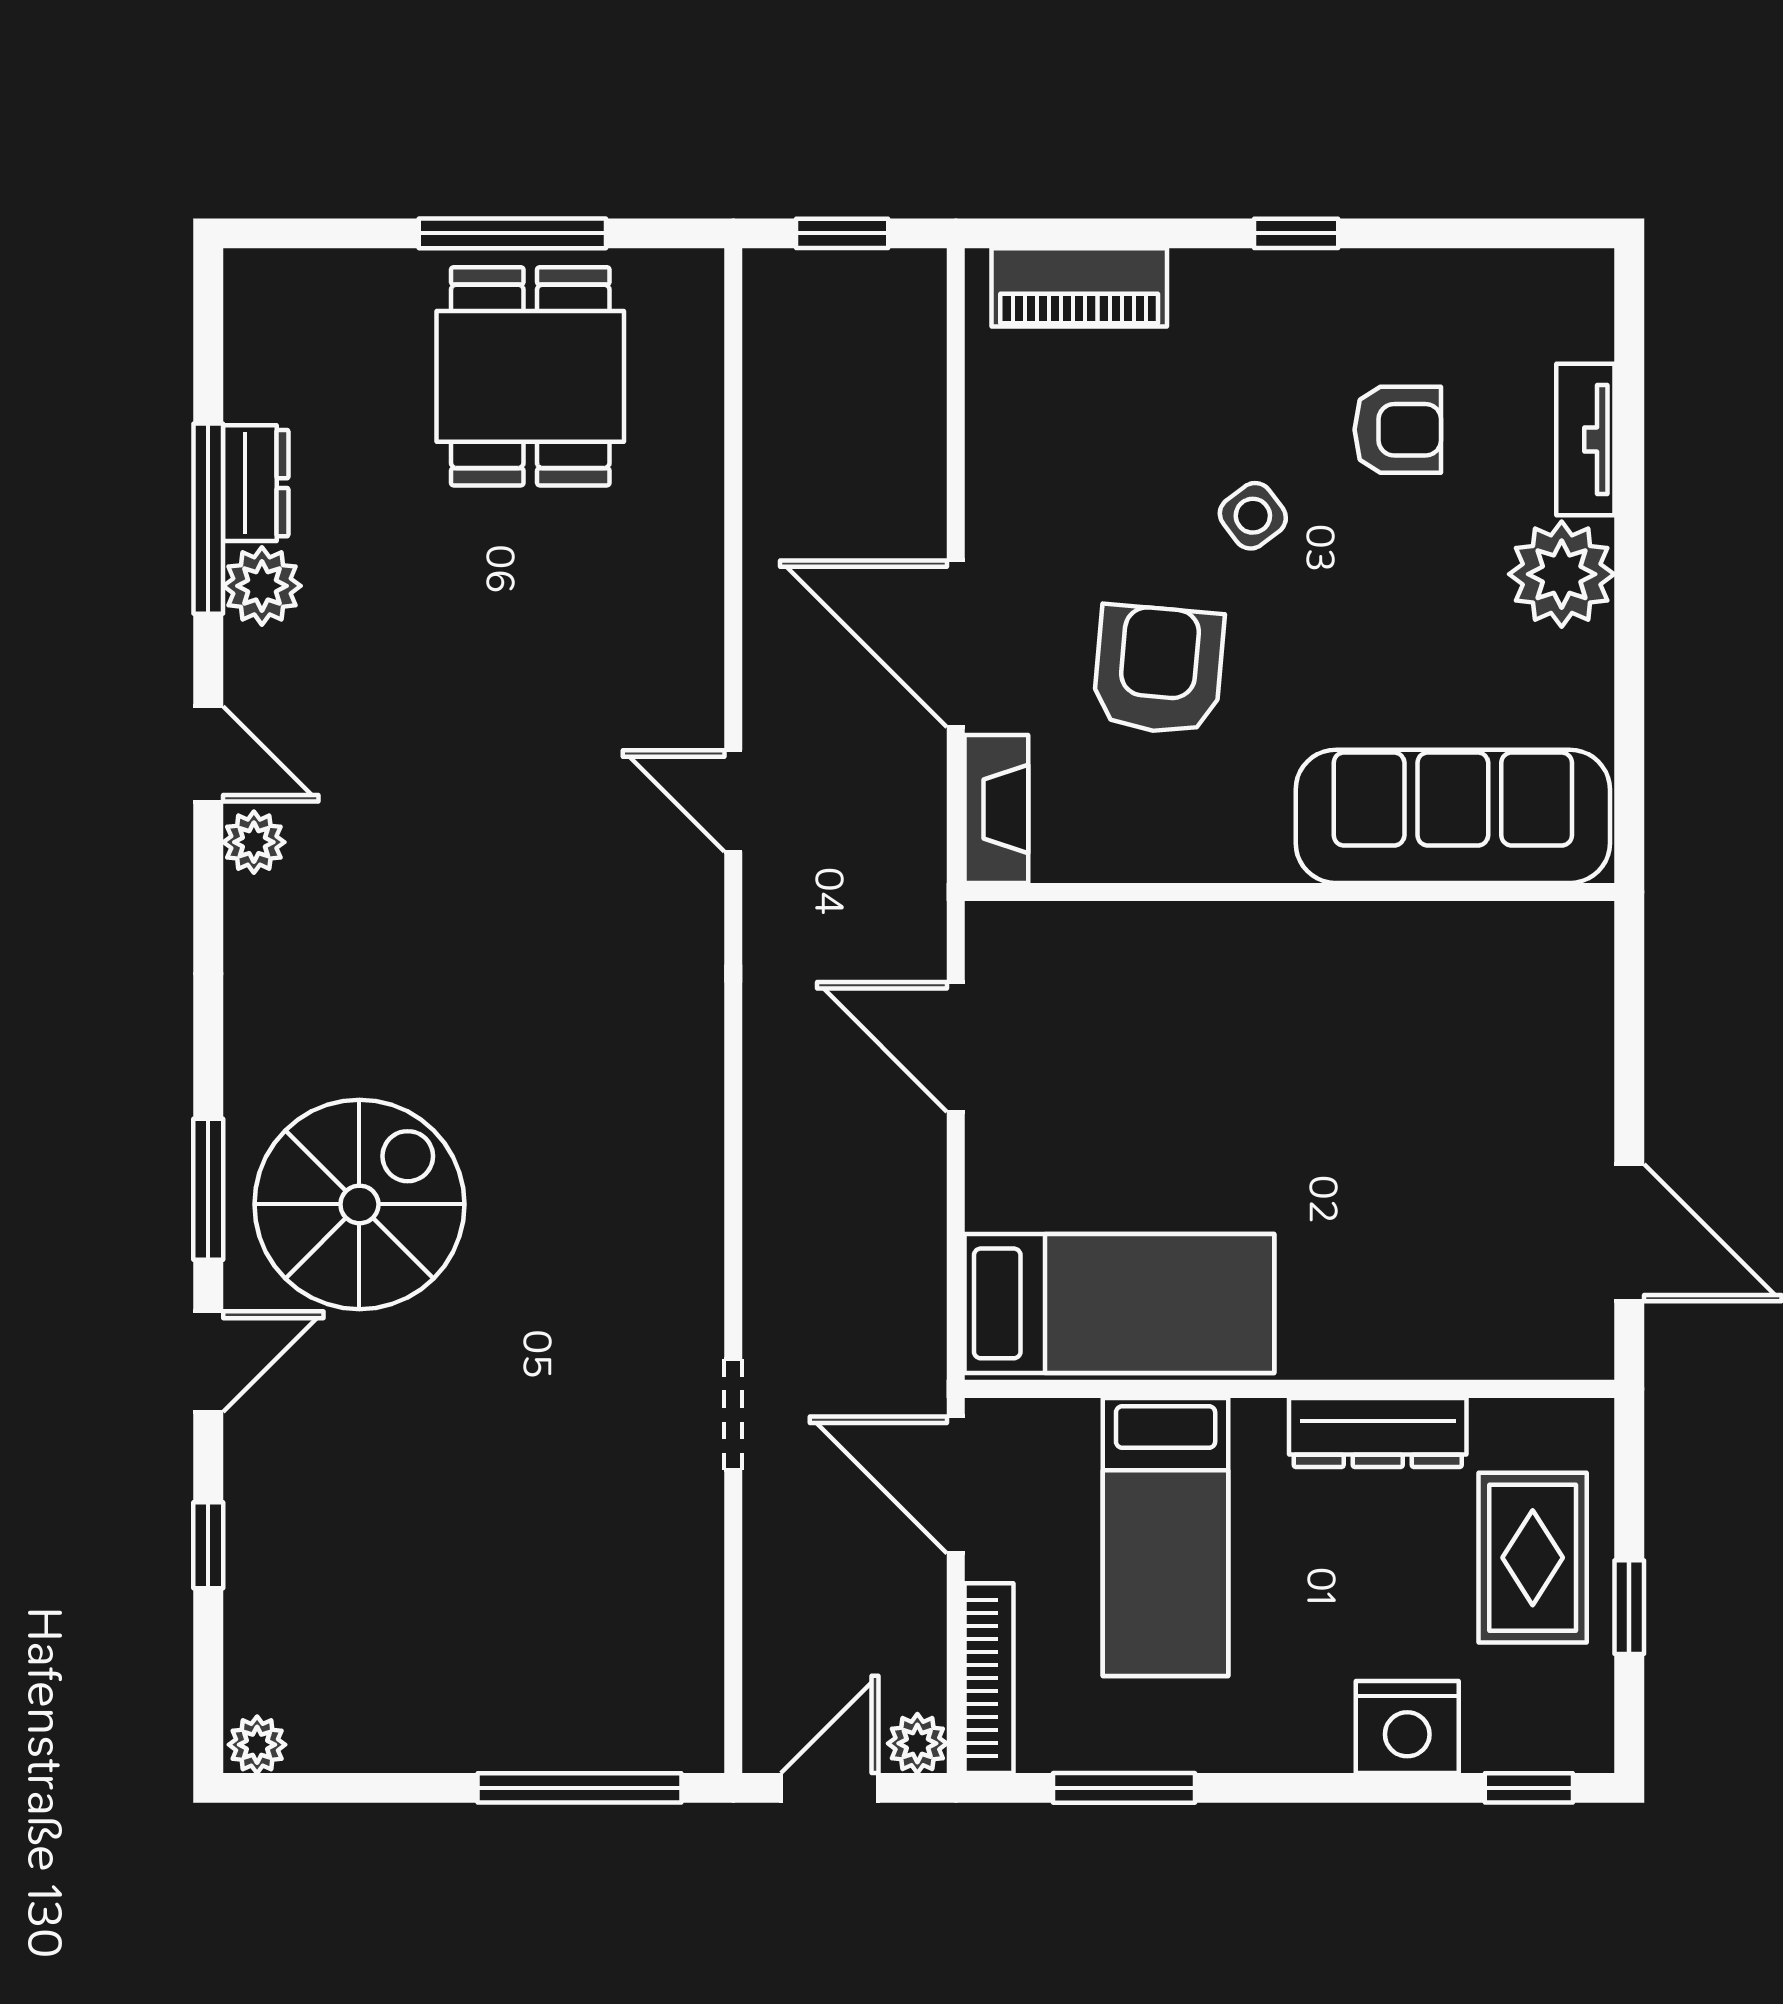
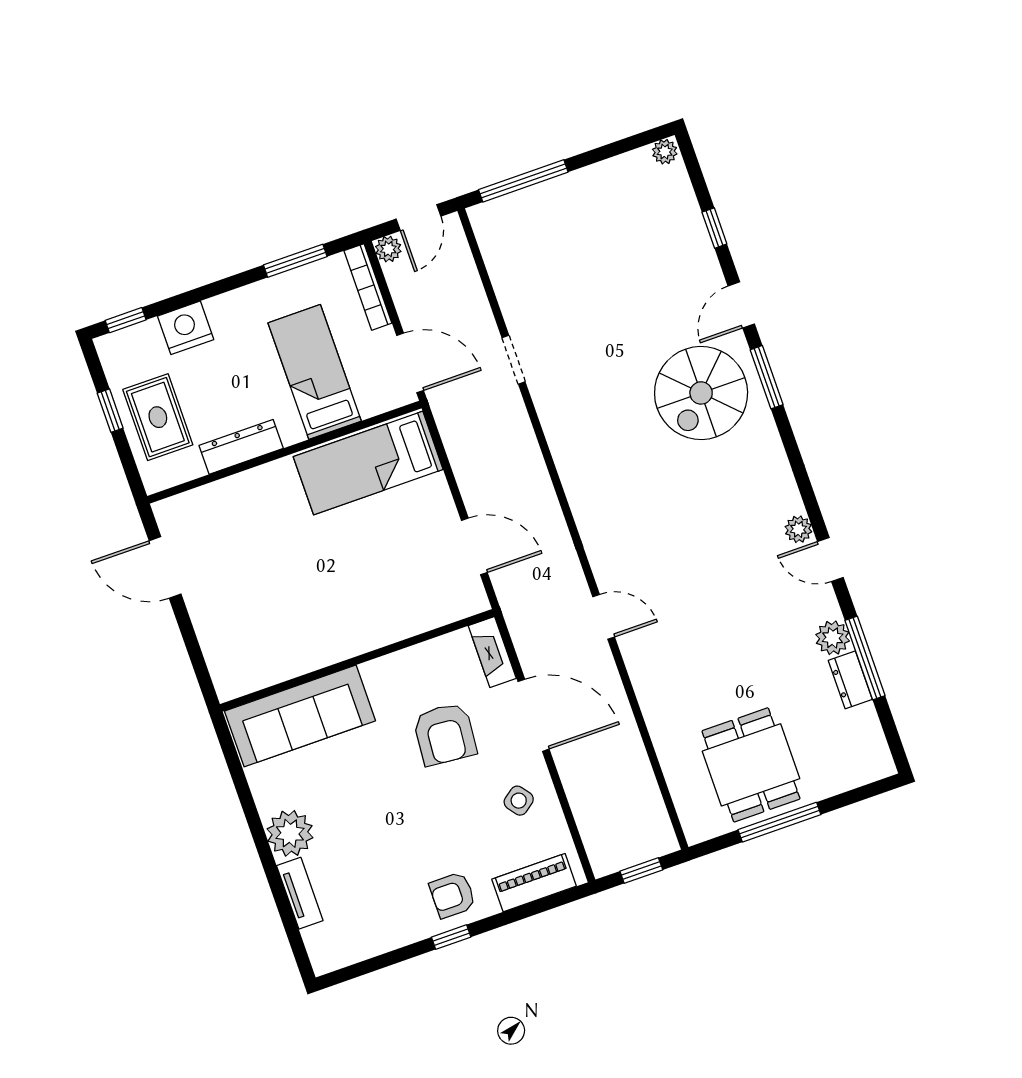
armchair: (1398, 430) -> (452, 895), moved
side table: (1253, 516) -> (519, 801), moved

